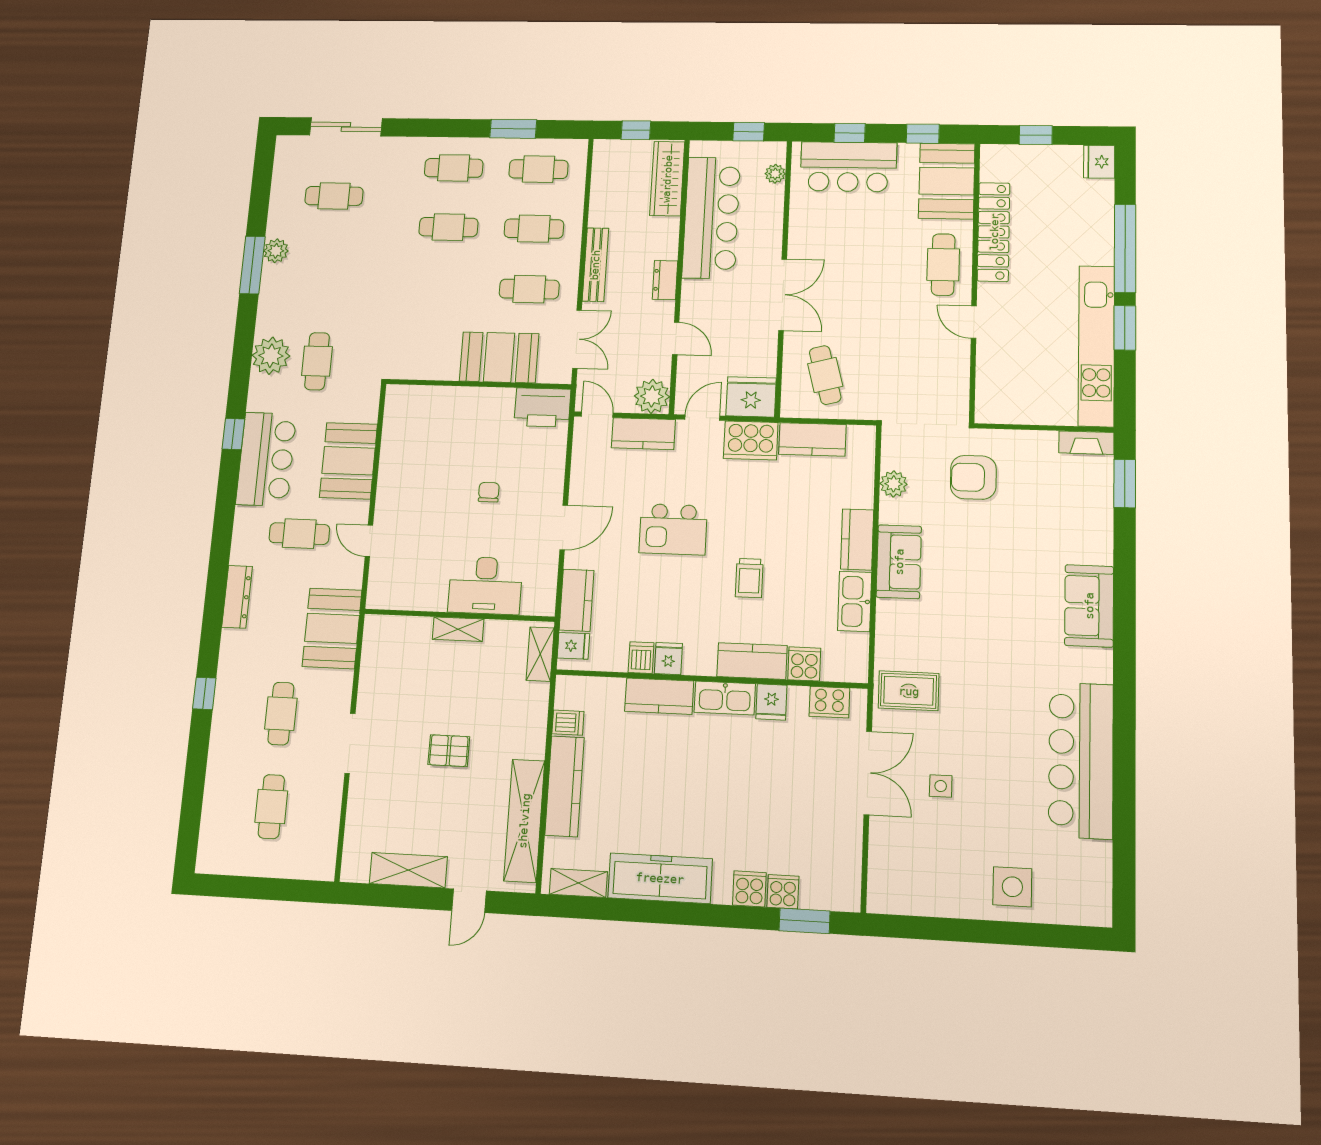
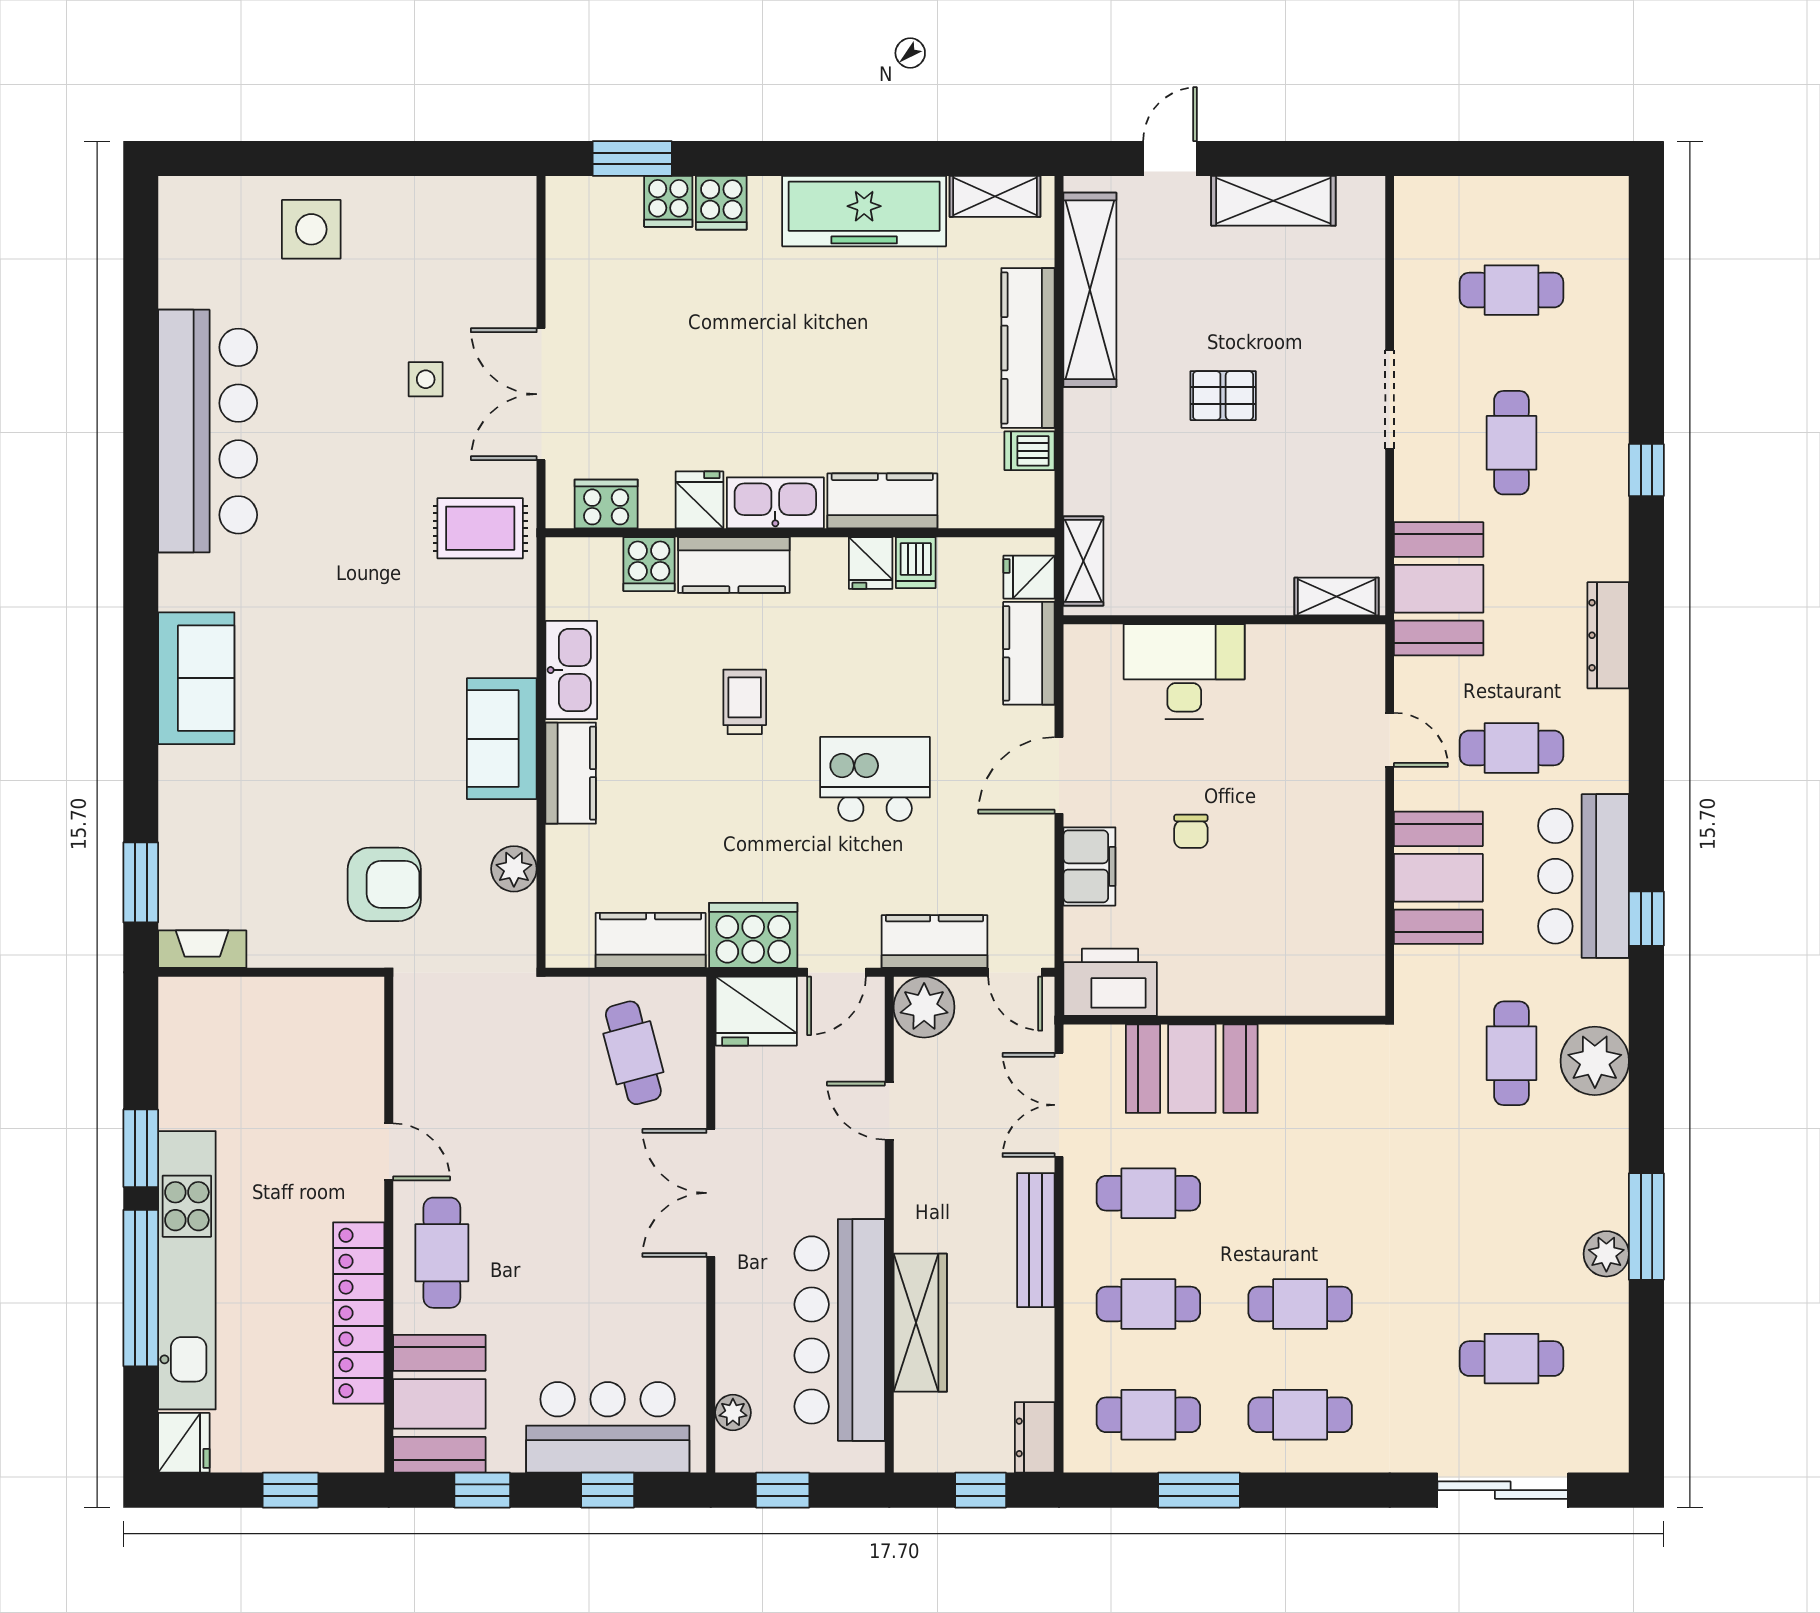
wardrobe: (667, 179) -> (920, 1323), moved
dresser: (665, 280) -> (1035, 1437), moved, turned 180
kitchen unit: (1096, 346) -> (187, 1270), moved
filing cabinet: (550, 474) -> (1089, 866), added
shelving: (458, 629) -> (1337, 596), moved
cafe table: (271, 807) -> (1511, 290), turned 90

